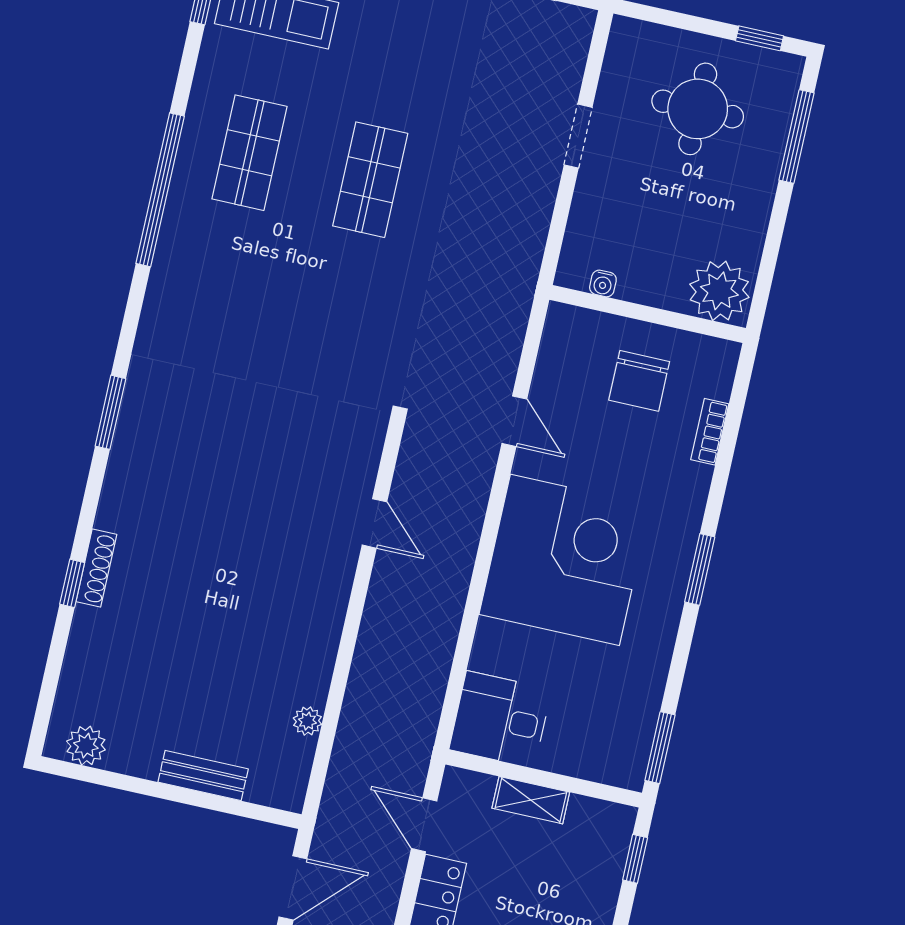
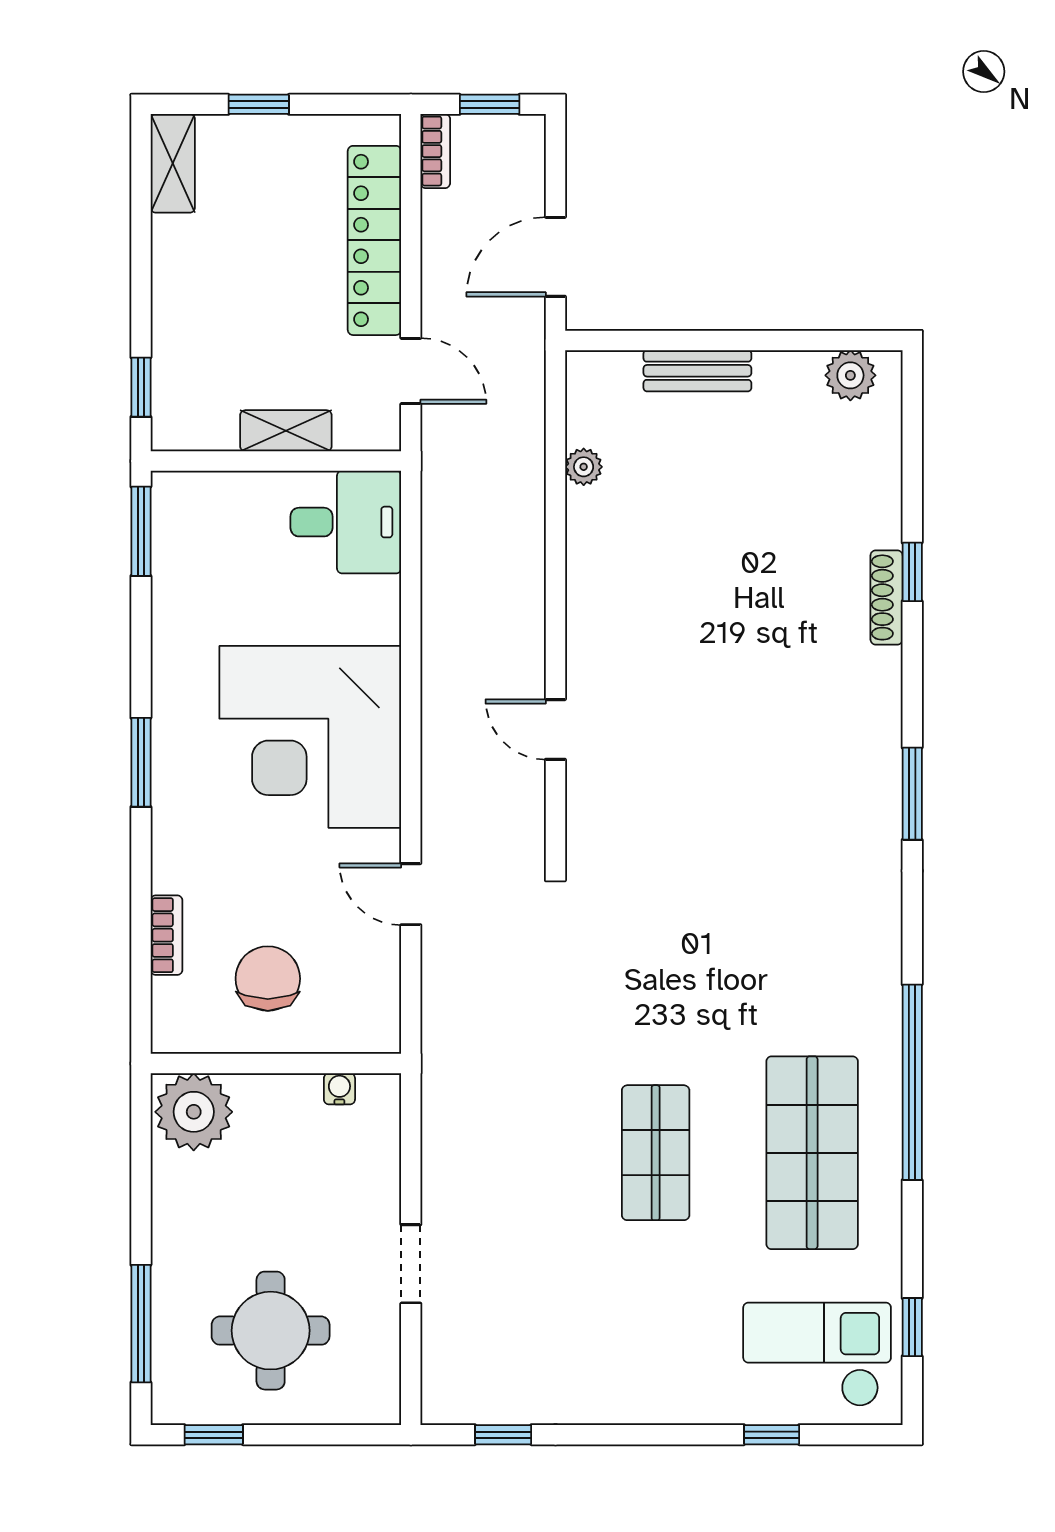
shop shelf: (249, 153) -> (812, 1153), width x1.43, depth x1.36

